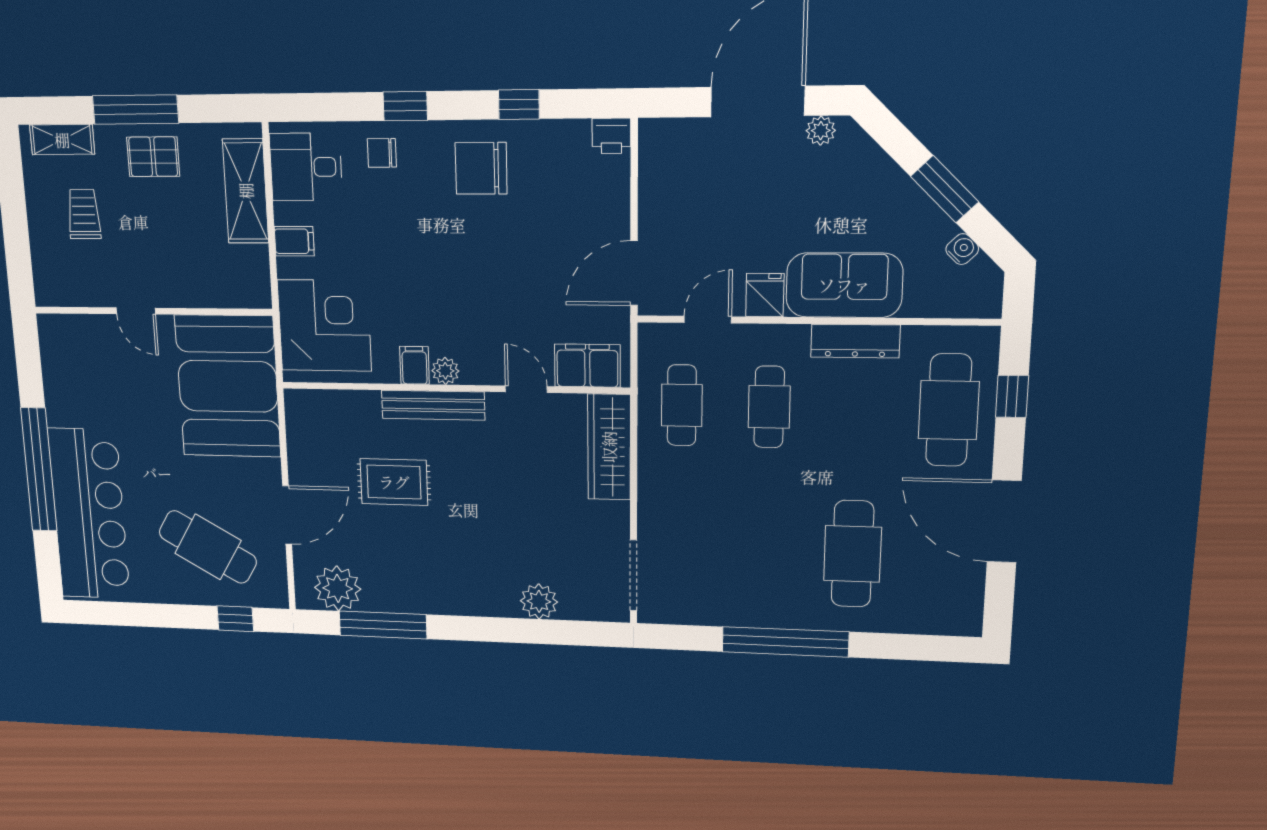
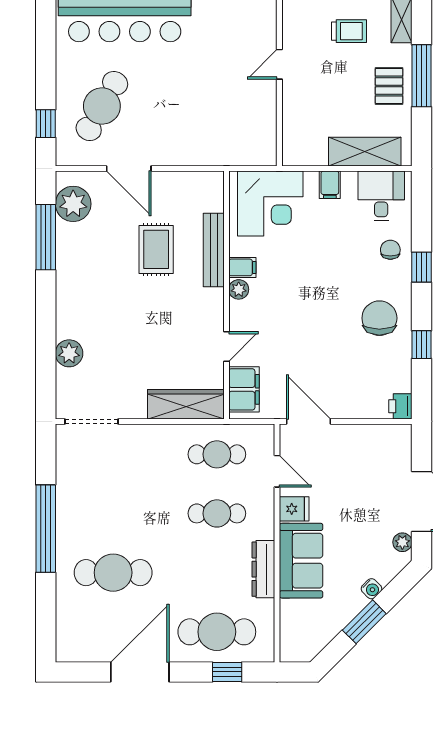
water cooler: (962, 249) -> (371, 589), moved
booth: (228, 386) -> (225, 130), removed
bench: (433, 405) -> (214, 250), moved

